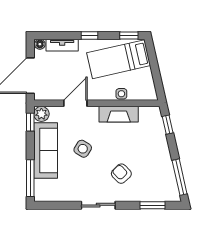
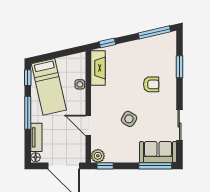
window: (90, 35) -> (28, 113), width x2.17
fireplace: (119, 114) -> (98, 68), moved
sofa: (46, 150) -> (158, 152), moved, width x0.73
armchair: (121, 174) -> (151, 84), turned -136
sliding door: (98, 205) -> (179, 125), moved
window: (152, 205) -> (179, 67), moved

